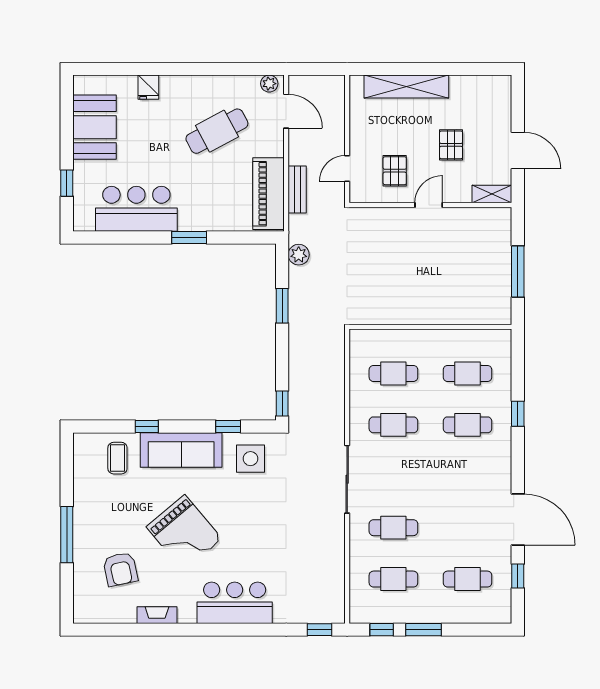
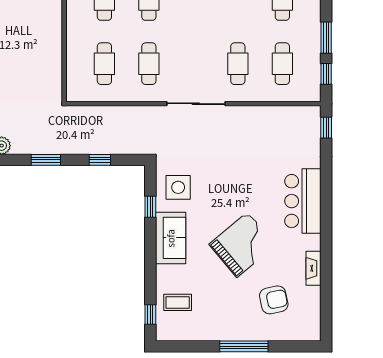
window: (282, 404) -> (100, 160), moved
window: (147, 426) -> (150, 315), moved
sofa: (181, 450) -> (171, 238), width x0.73

